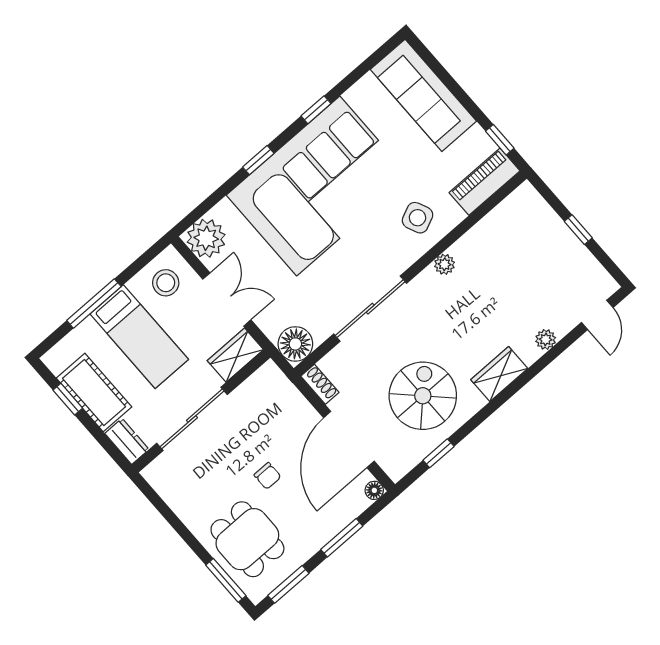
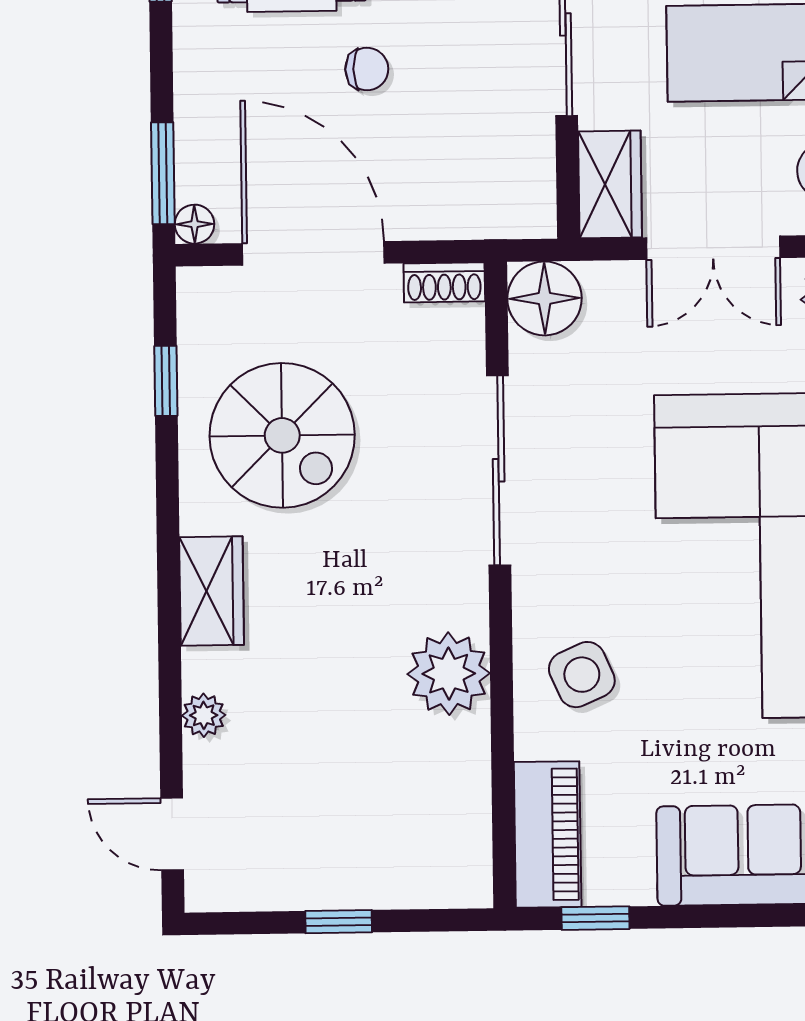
plant: (444, 264) -> (449, 674), width x1.88, depth x1.88
chair: (268, 476) -> (367, 69), turned 180
window: (342, 538) -> (163, 173), moved

